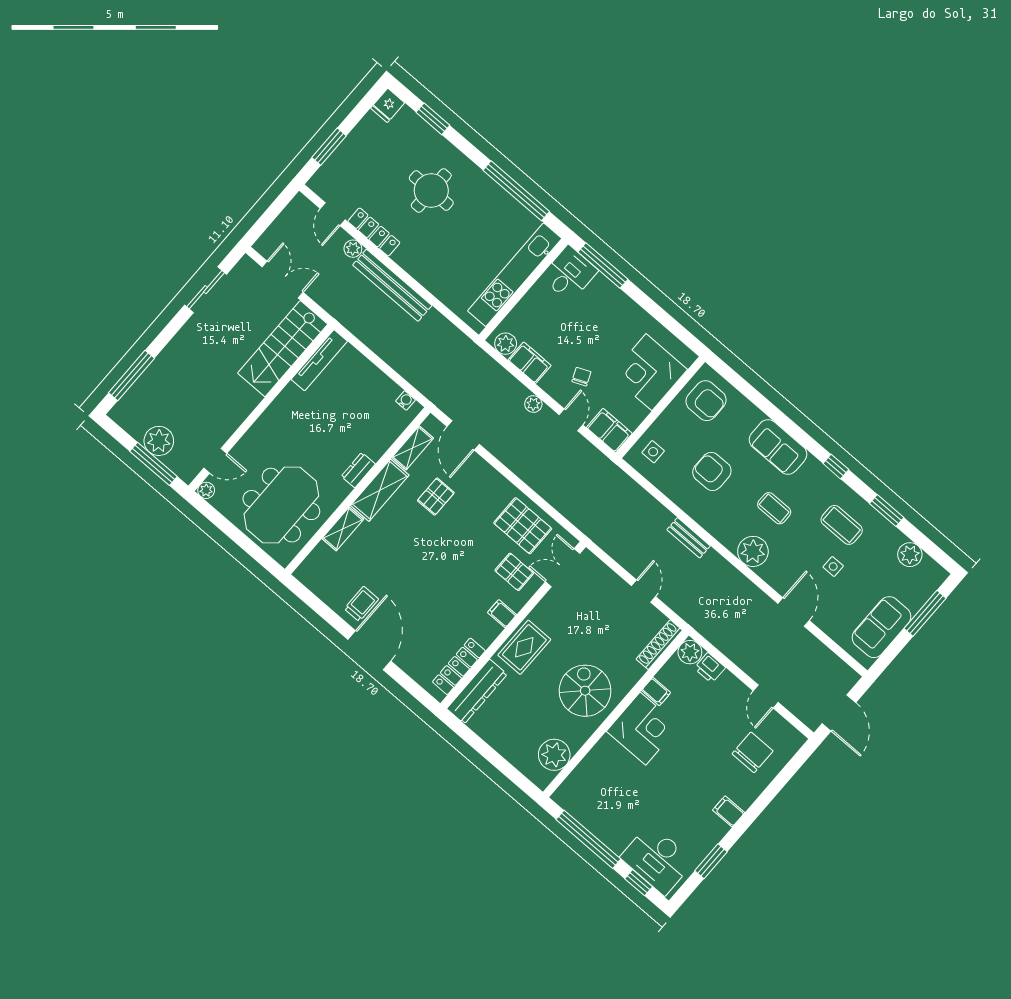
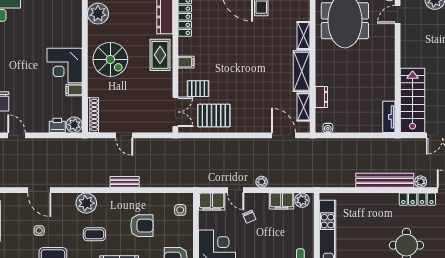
tv unit: (319, 360) -> (389, 117), width x0.71
dresser: (358, 470) -> (321, 97), moved
pallet: (436, 497) -> (271, 92), removed

